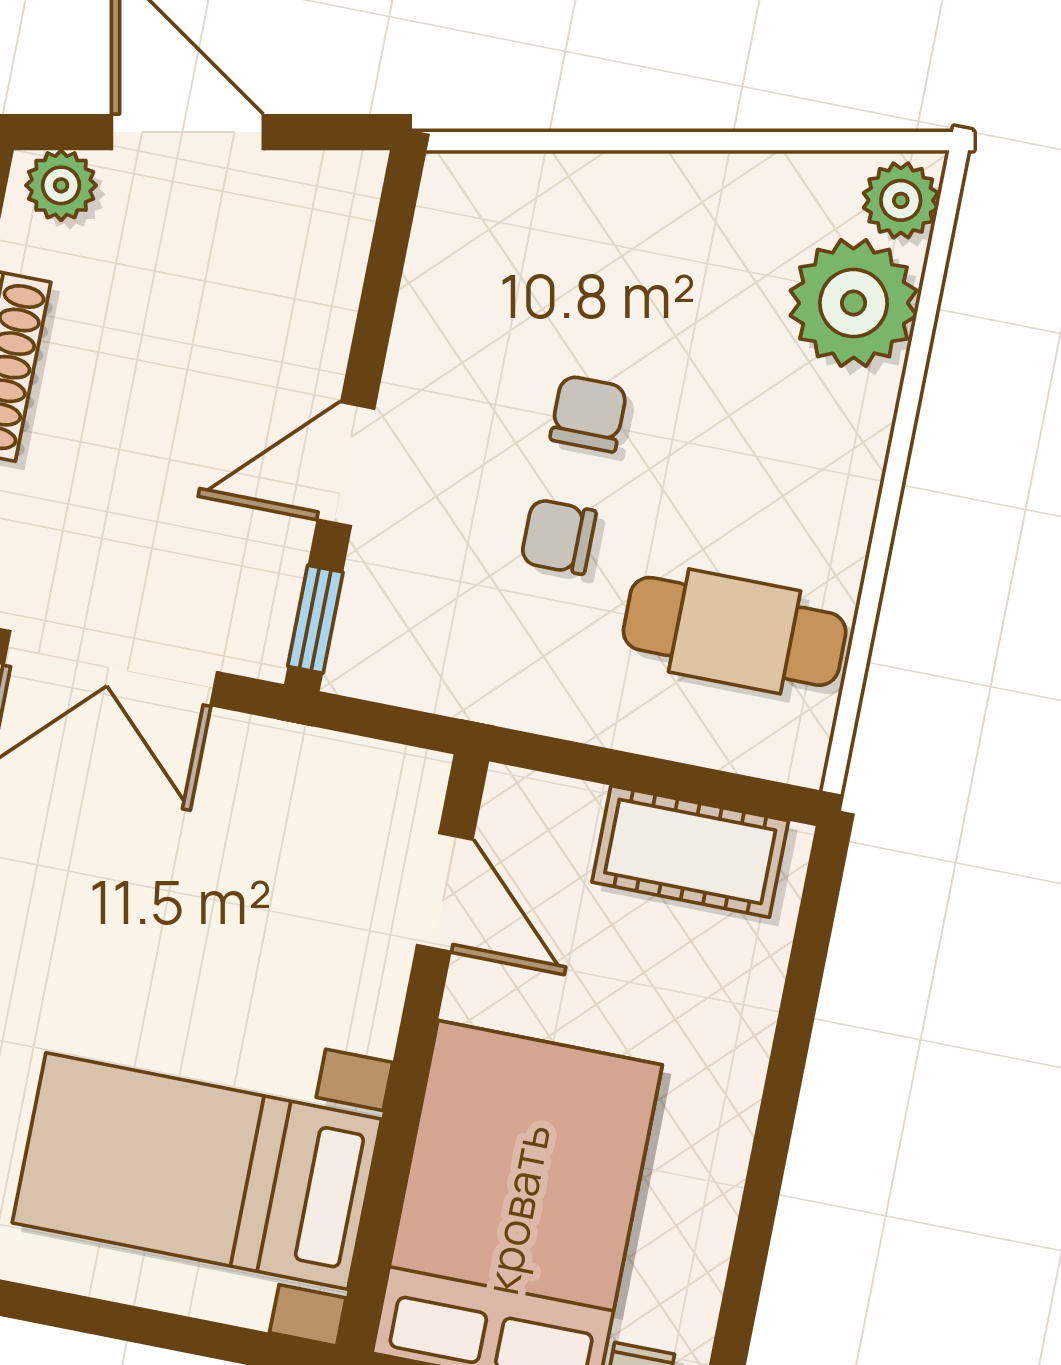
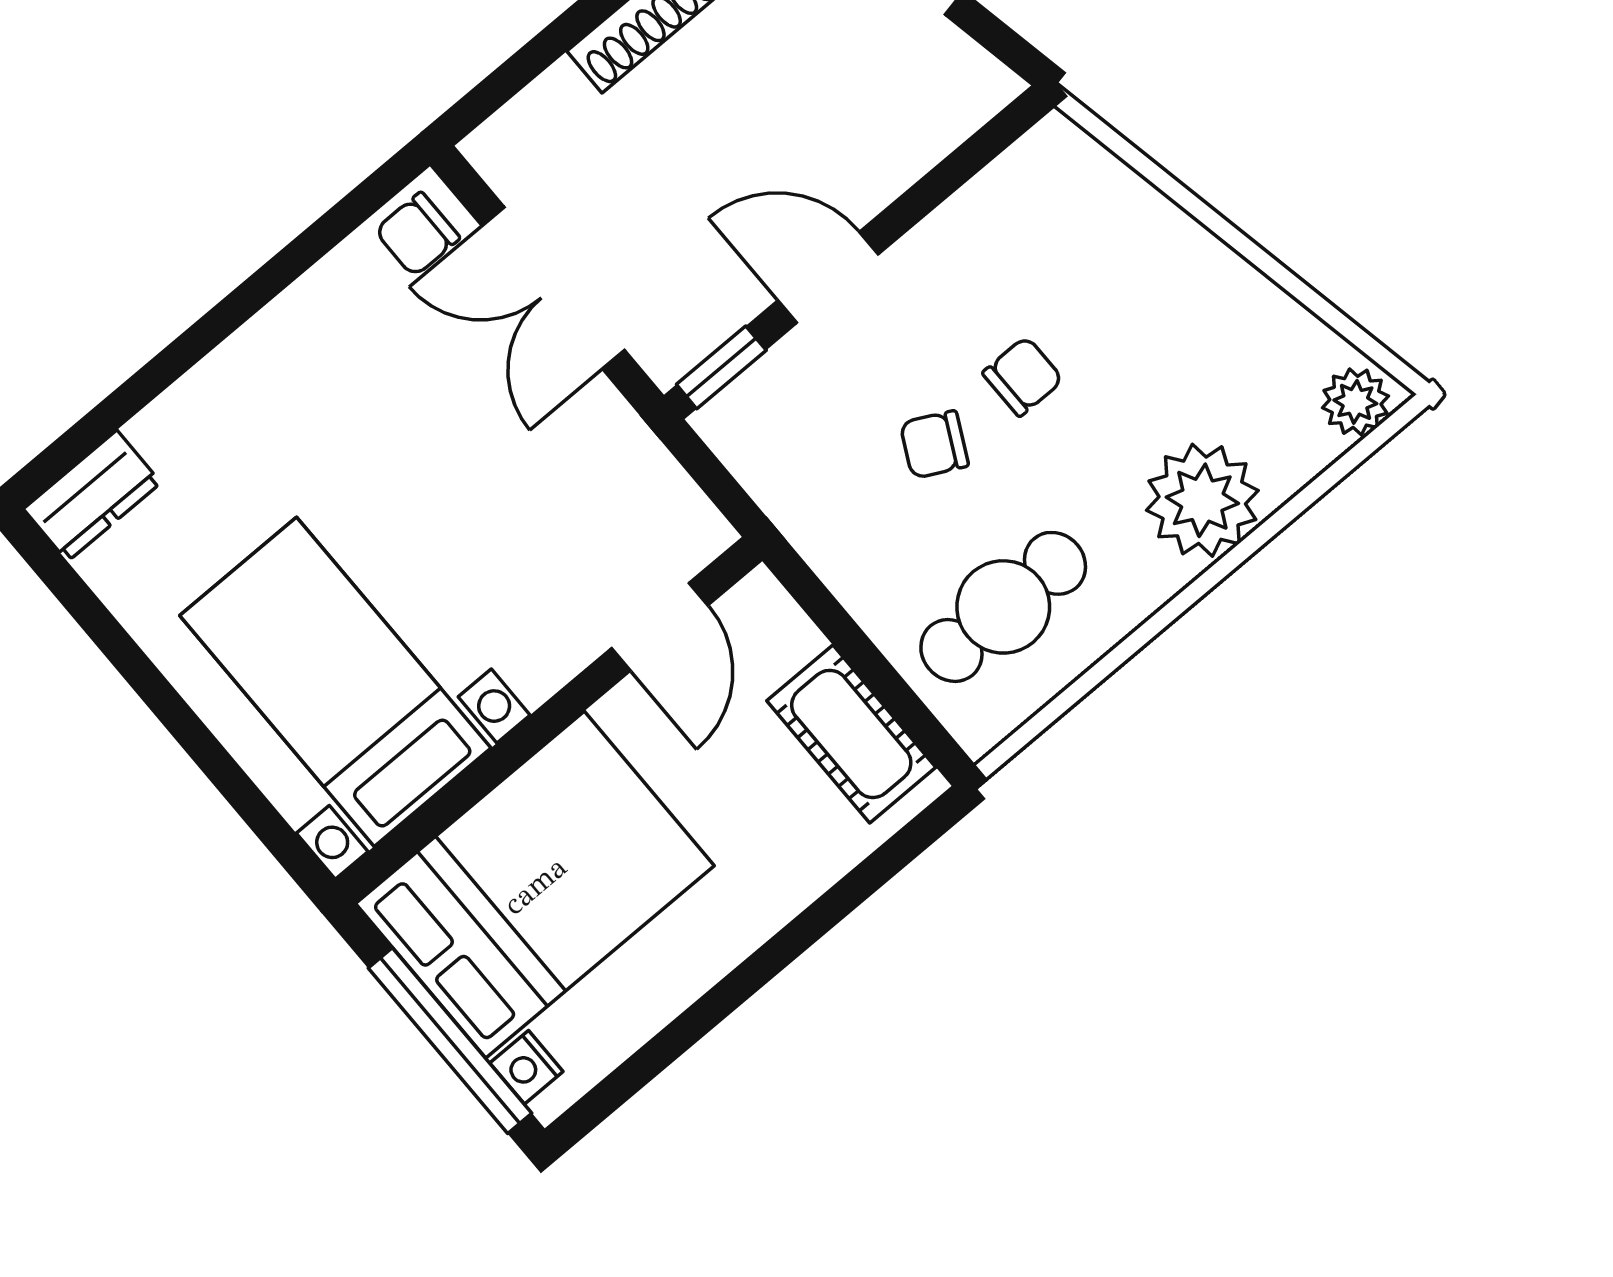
plant: (854, 303) -> (1202, 500), moved
chair: (558, 537) -> (934, 444), turned -63
cafe table: (735, 631) -> (1003, 607), turned 90

